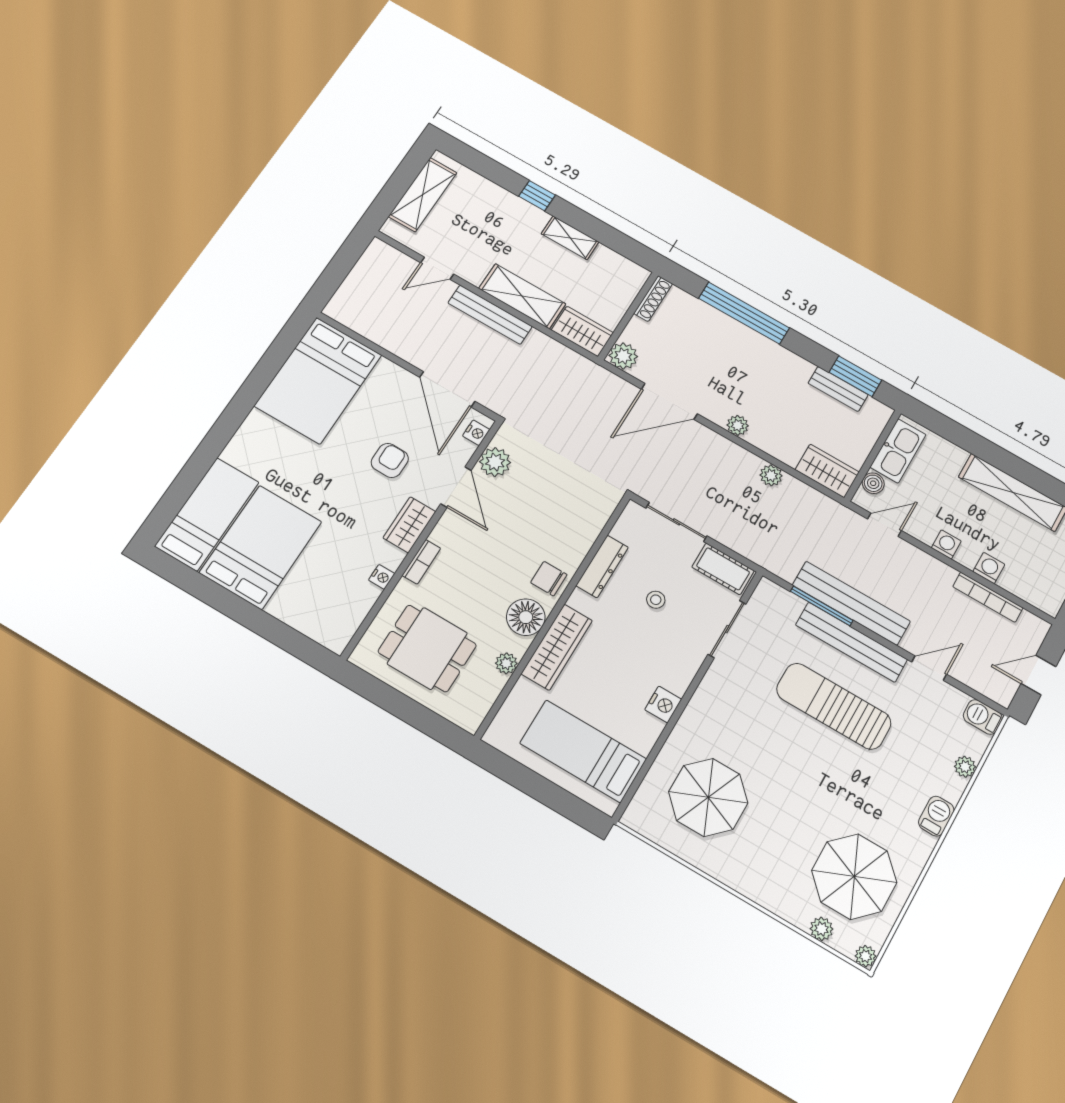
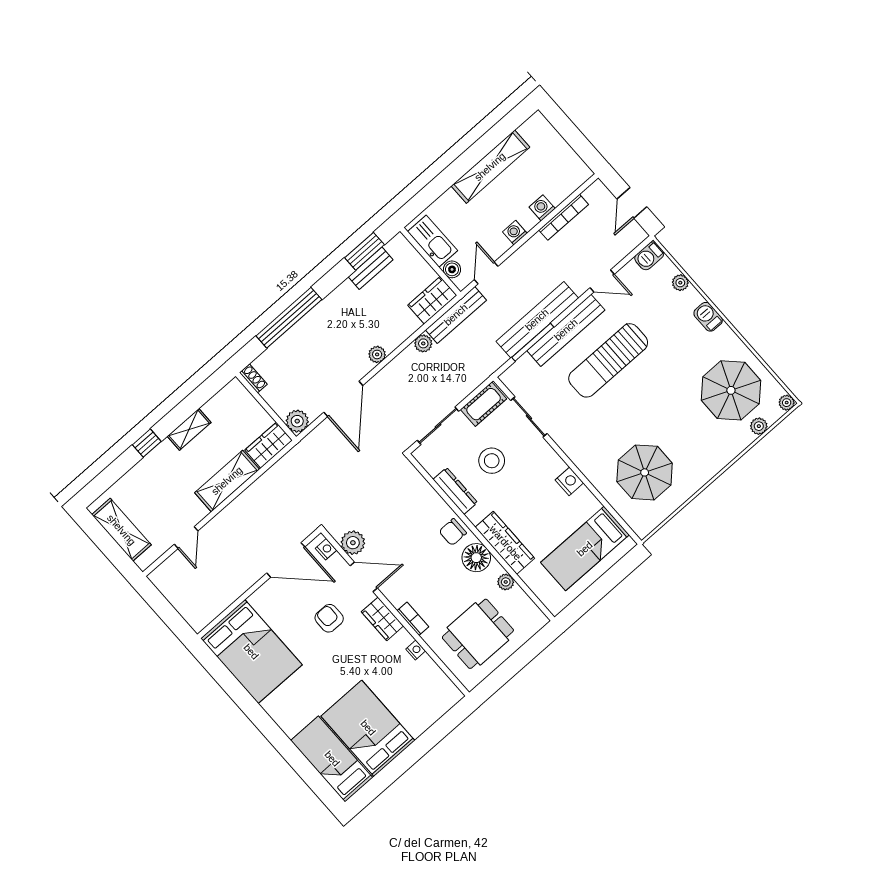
shoe rack: (653, 298) -> (253, 378), width x0.70
bench: (490, 315) -> (456, 315), moved
stool: (656, 600) -> (492, 461), width x1.89, depth x1.89
door: (929, 668) -> (602, 281), swing flipped

